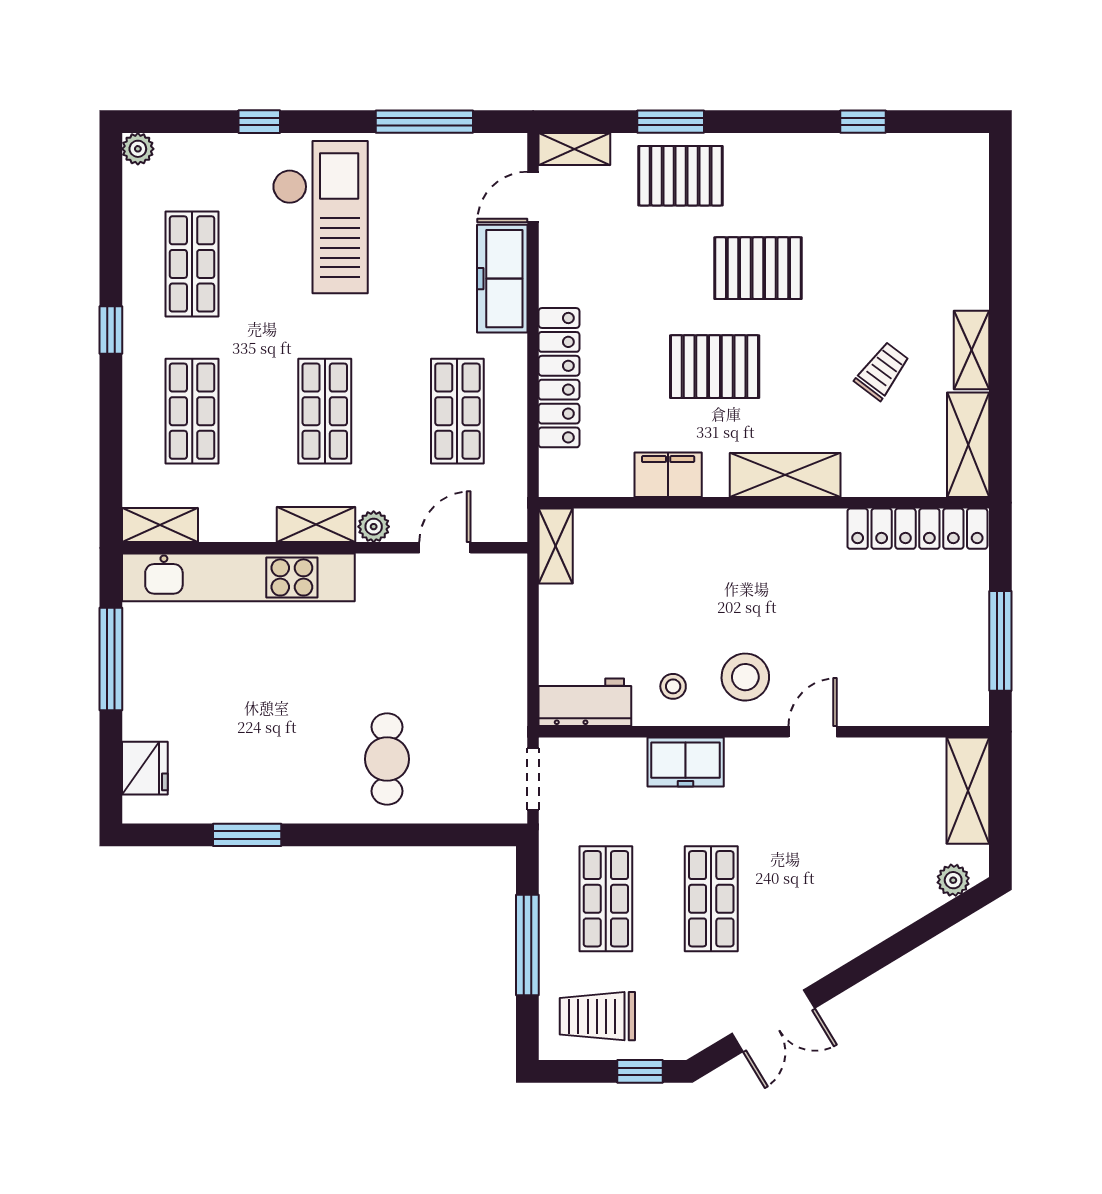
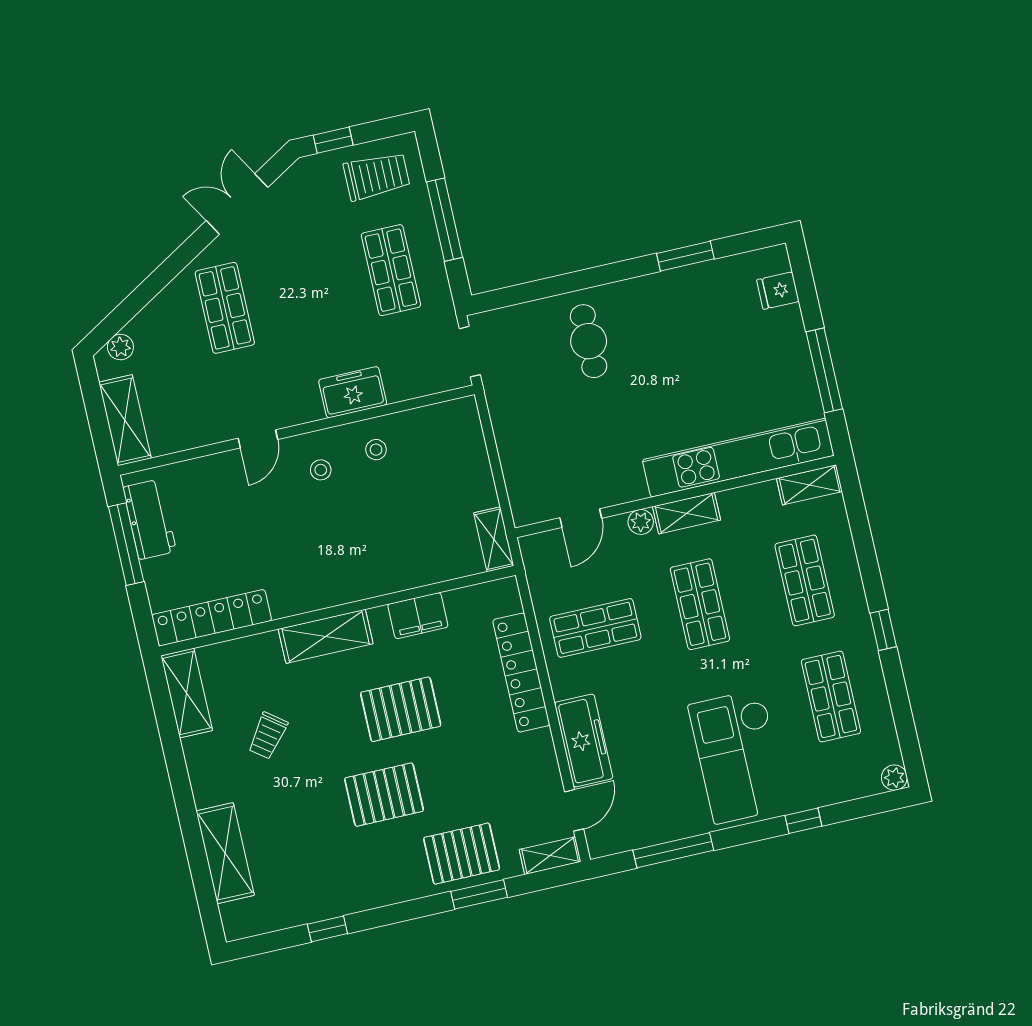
shelving: (971, 350) -> (225, 853), moved, width x1.50, depth x1.33
shop shelf: (457, 411) -> (595, 628), turned 90
stool: (745, 677) -> (321, 470), width x0.53, depth x0.53
workbench: (585, 702) -> (150, 519), moved, turned -90
fridge: (145, 768) -> (778, 291), width x0.72
shop shelf: (711, 899) -> (225, 308), moved

